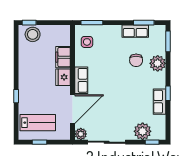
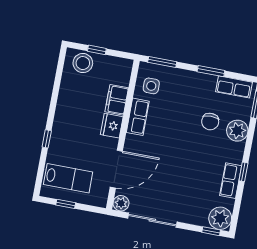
window: (29, 23) -> (97, 50), moved
window: (144, 23) -> (211, 71), moved
row of seats: (135, 31) -> (234, 87), moved
row of seats: (81, 80) -> (138, 117), moved
plant: (143, 131) -> (220, 218), moved

